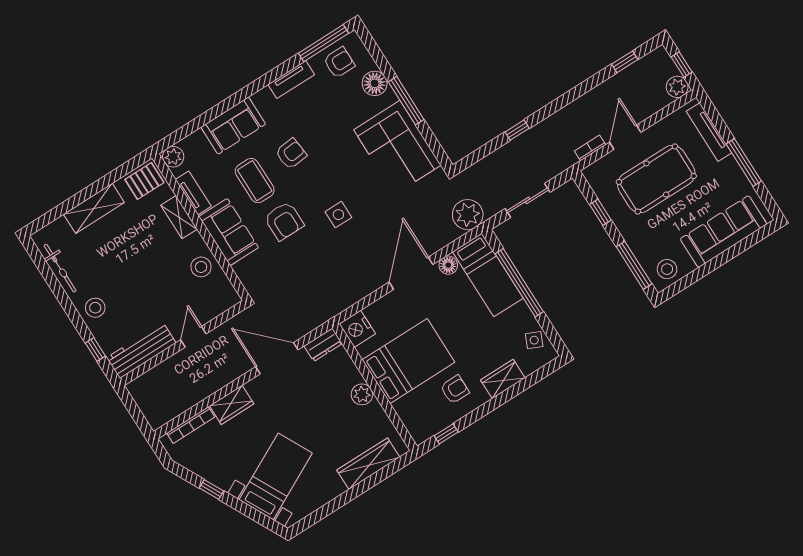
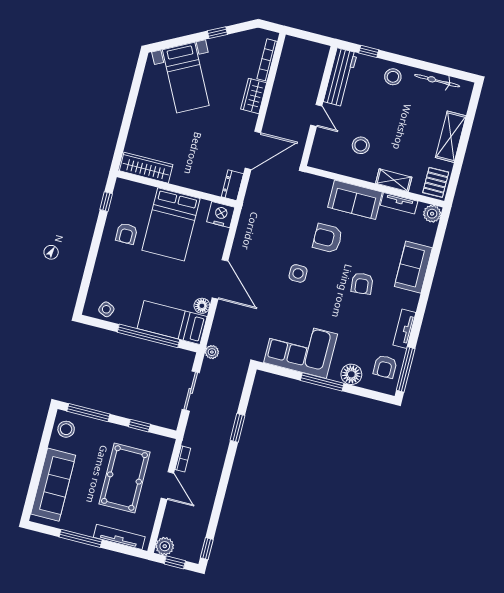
window: (625, 62) -> (207, 549), moved
window: (517, 130) -> (238, 428), width x1.50
coffee table: (255, 181) -> (369, 246), removed
plant: (468, 215) -> (212, 352), width x0.53, depth x0.53
stool: (201, 267) -> (361, 145), moved
wardrobe: (503, 379) -> (103, 268), removed
plant: (362, 394) -> (180, 177), removed
wardrobe: (368, 464) -> (146, 168), moved, turned -90

